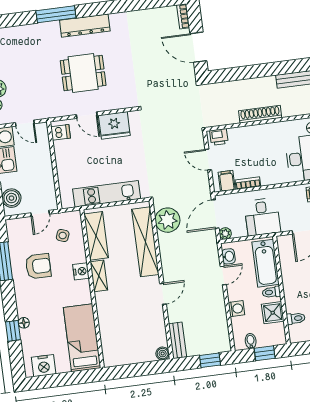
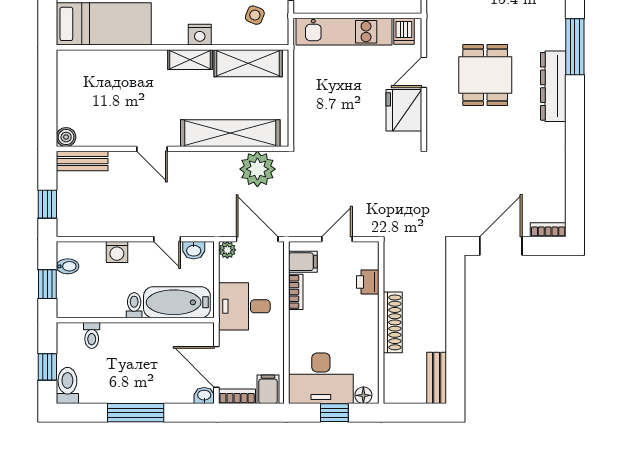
printer: (219, 137) -> (368, 282), moved
kitchen unit: (107, 194) -> (344, 32), moved, turned 90
shower: (273, 313) -> (104, 303), removed

